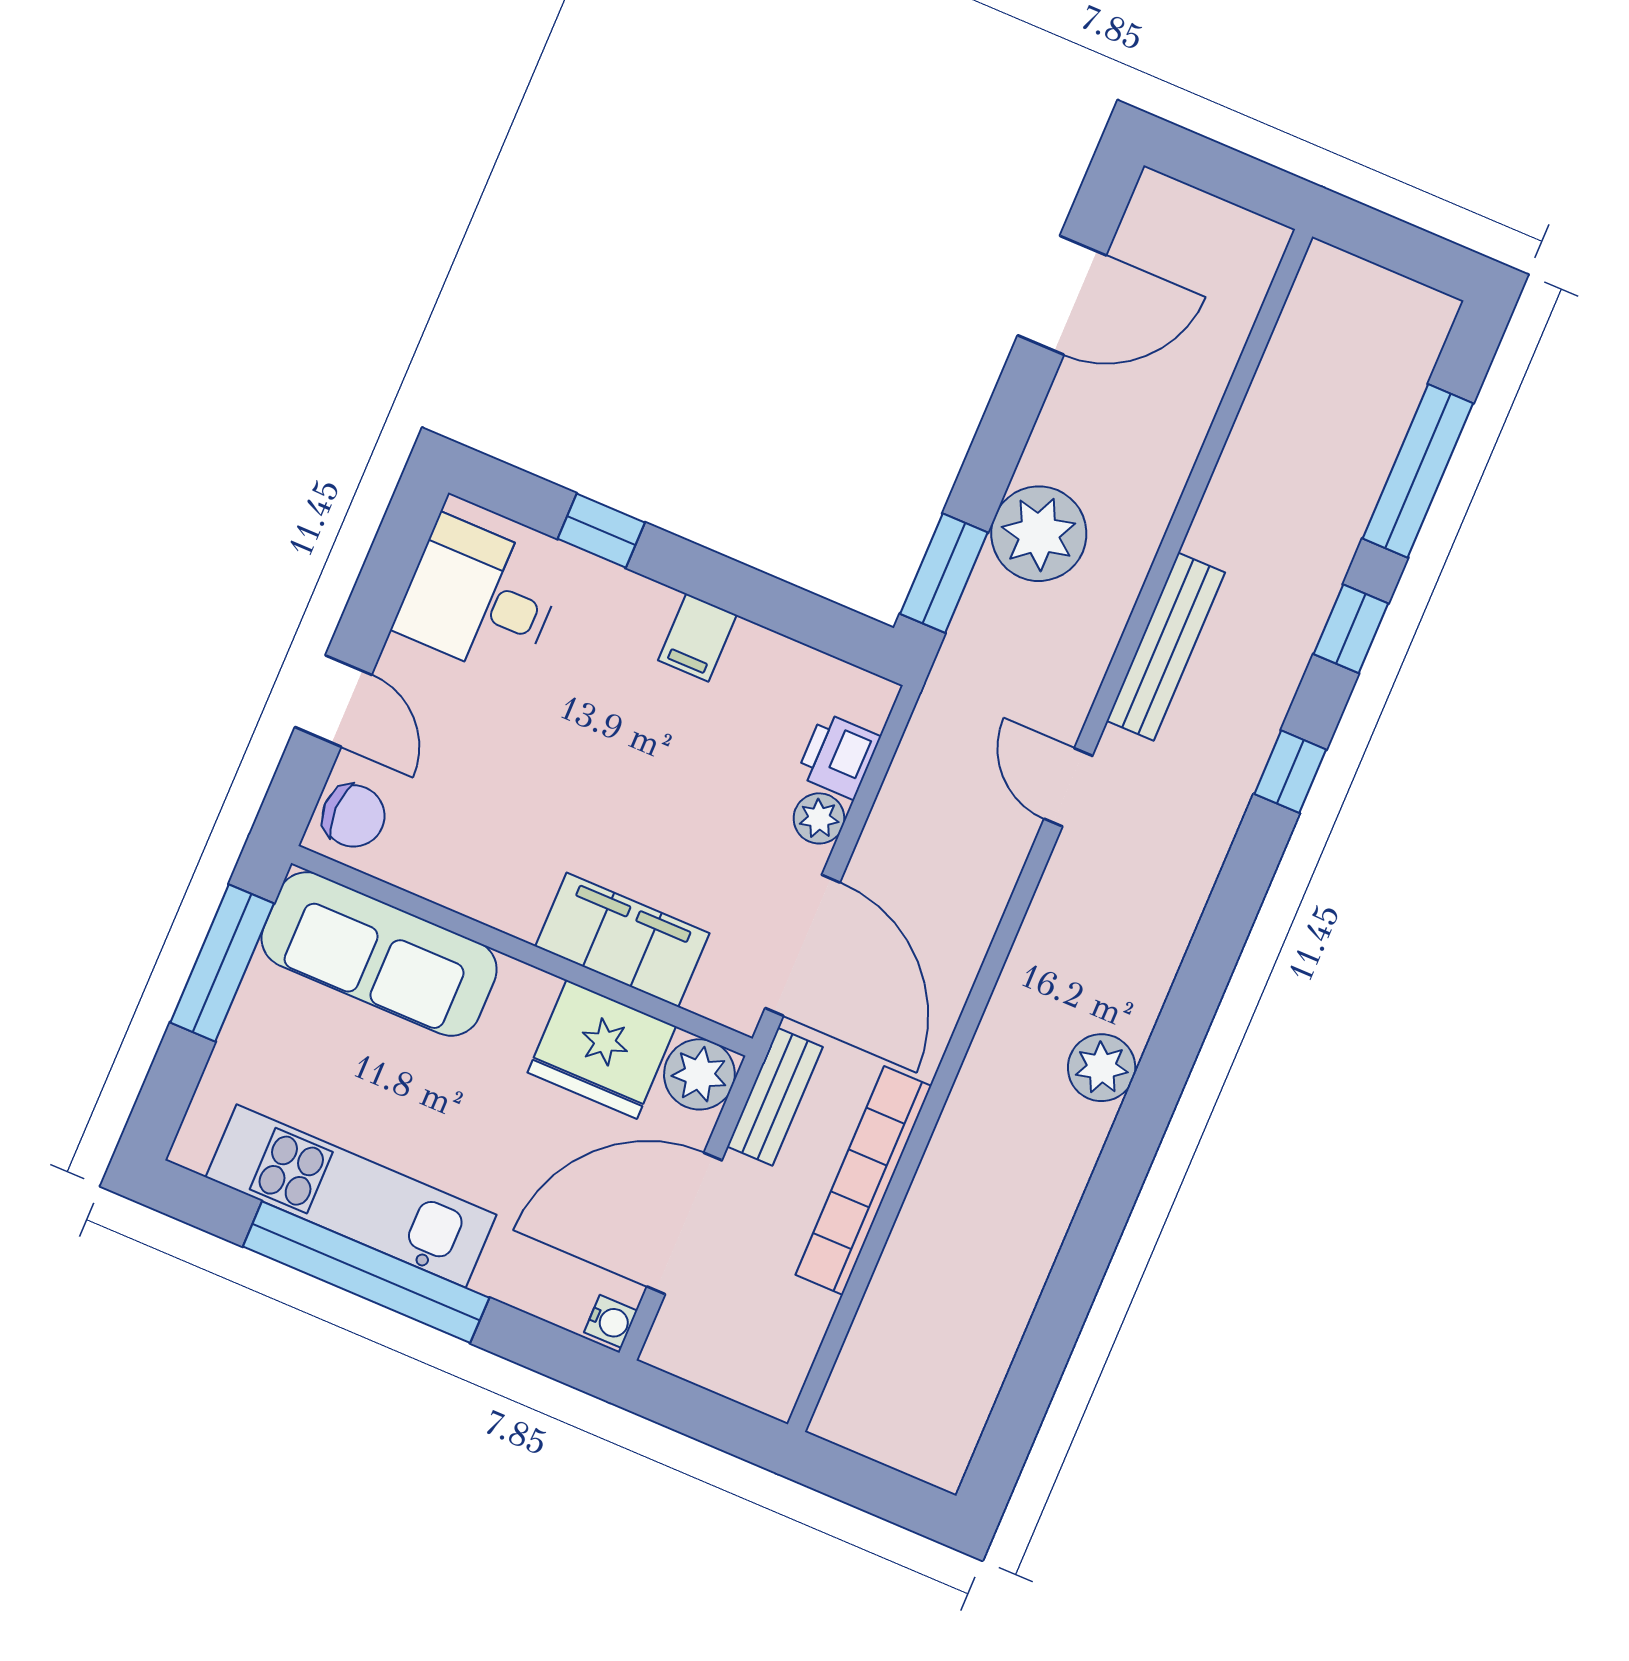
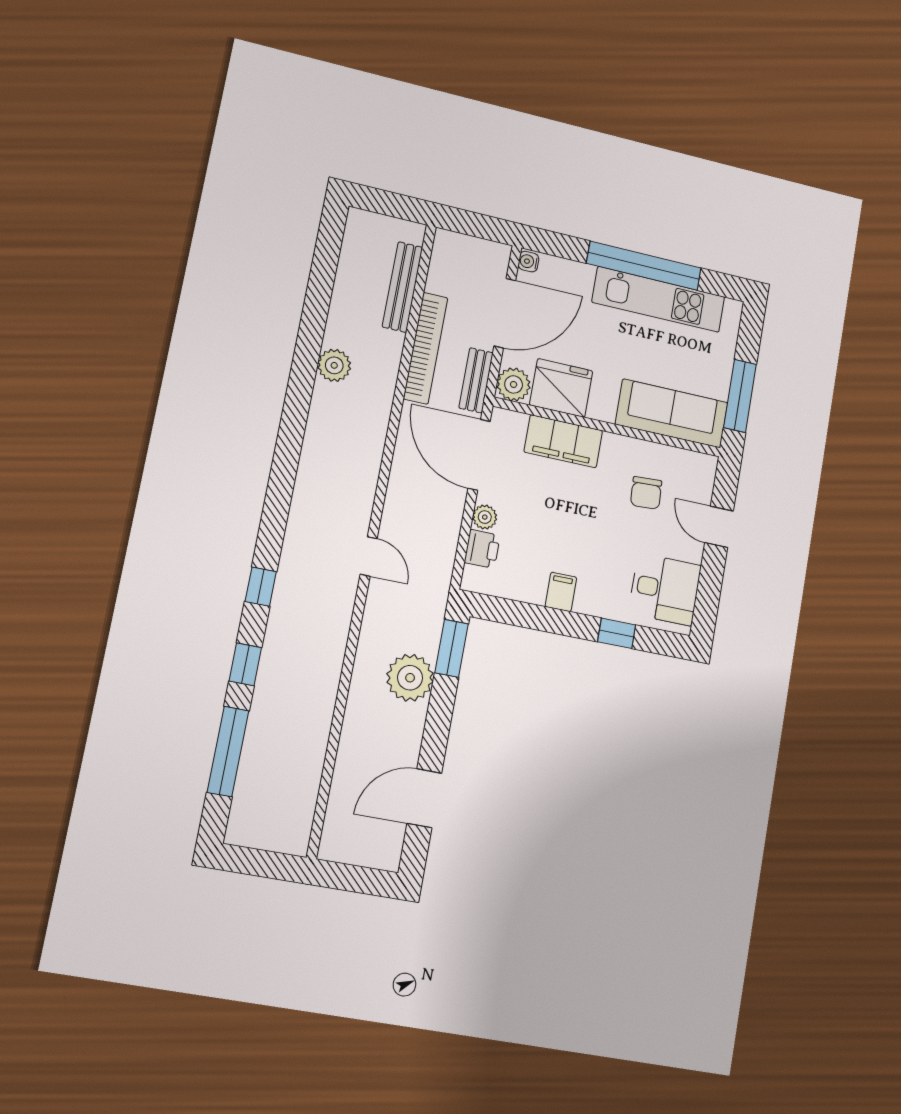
bench: (1166, 647) -> (402, 287), moved
chair: (354, 816) -> (646, 493), moved, turned -93
plant: (1102, 1068) -> (334, 365), moved

